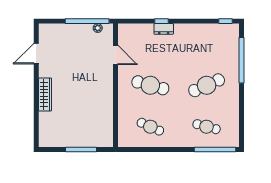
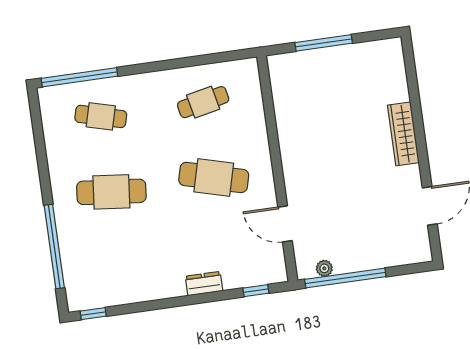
window: (161, 21) -> (256, 291), moved
cafe table: (207, 85) -> (111, 192), turned 30
cafe table: (150, 127) -> (203, 102), turned -36

